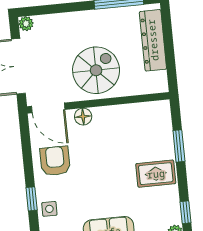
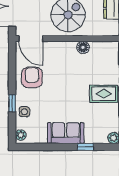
floor lamp: (83, 117) -> (83, 47), moved

